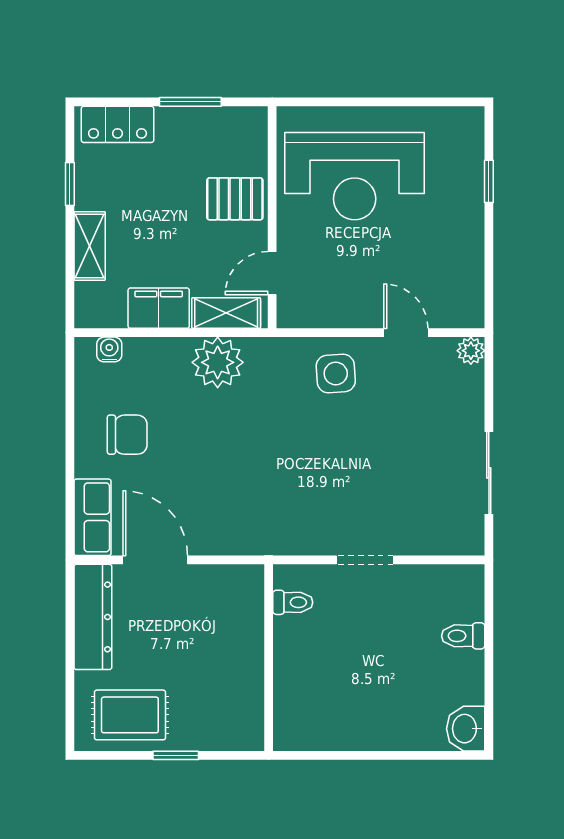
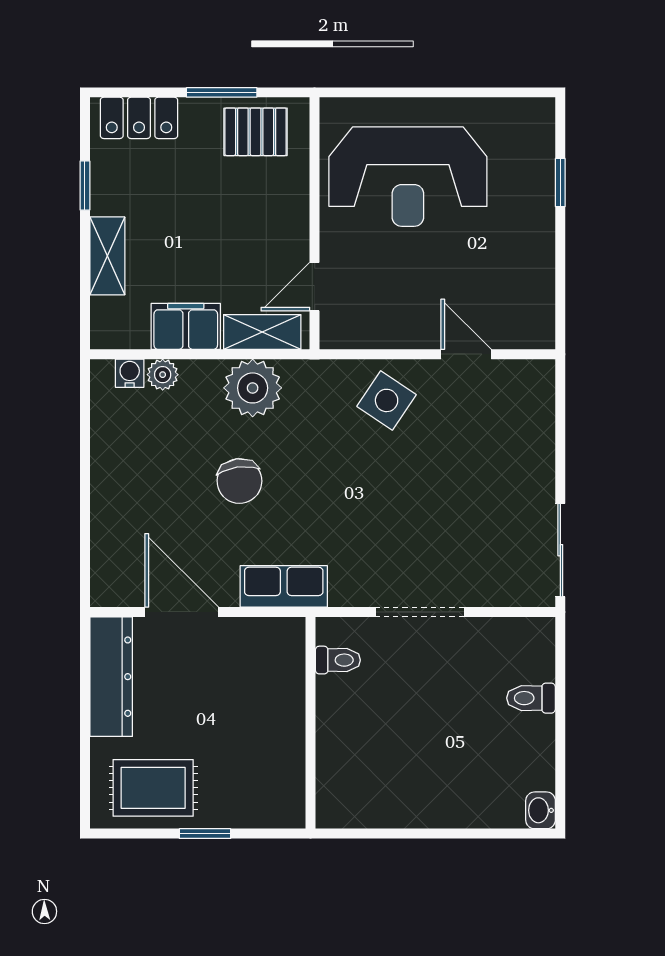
pallet: (235, 199) -> (256, 132), moved
plant: (471, 351) -> (163, 375), moved
side table: (336, 373) -> (387, 400), turned 38
chair: (127, 435) -> (239, 481), moved, turned 82
sliding door: (489, 473) -> (560, 550), moved
row of seats: (92, 517) -> (284, 586), moved, turned -90
doorway: (365, 560) -> (420, 612), width x1.38
washbasin: (466, 729) -> (541, 810), width x0.72, depth x0.69

